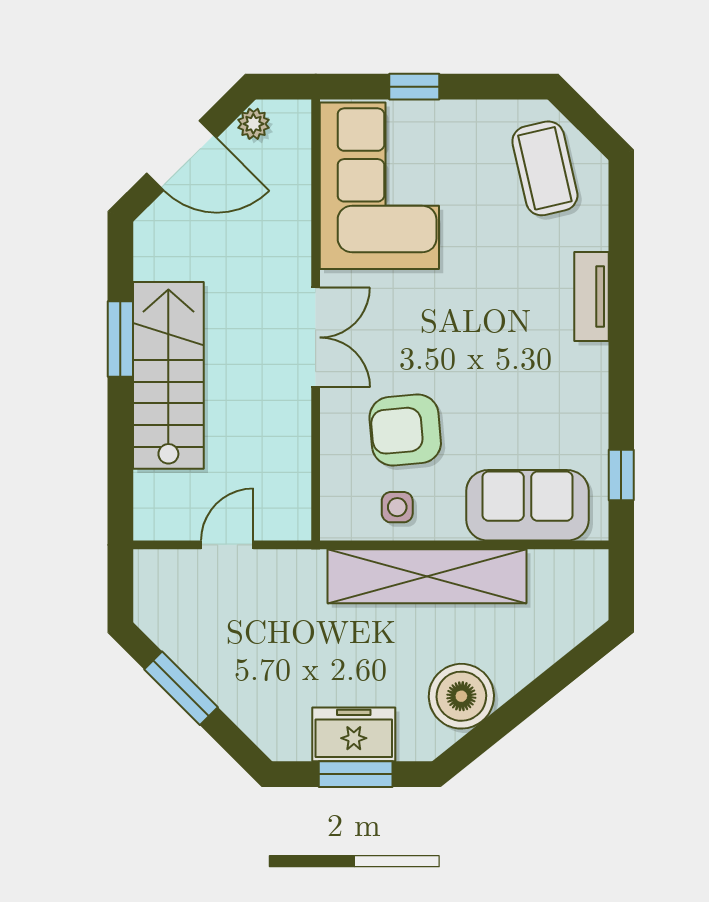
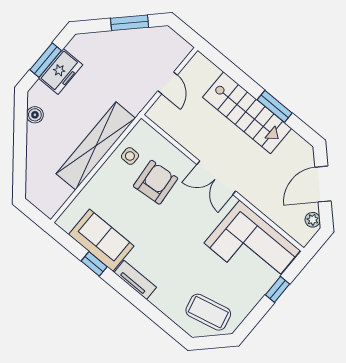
tv unit: (591, 296) -> (135, 280), moved
window: (621, 475) -> (94, 264), moved
sofa: (528, 505) -> (101, 240), moved, turned -90
boiler: (461, 696) -> (35, 115), width x0.54, depth x0.54

